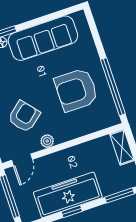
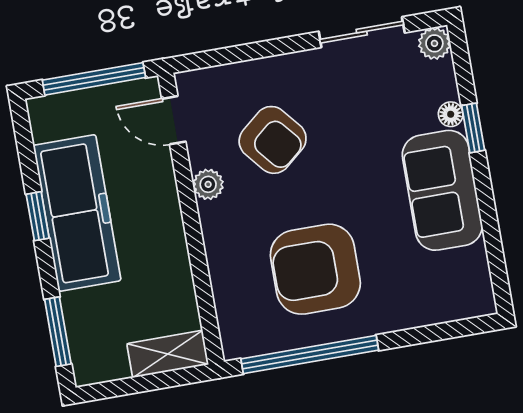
sofa: (43, 38) -> (442, 190), width x0.73
armchair: (76, 90) -> (315, 269), turned -90

